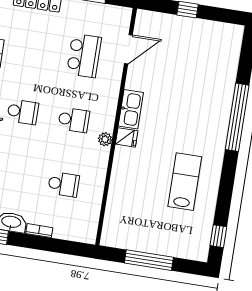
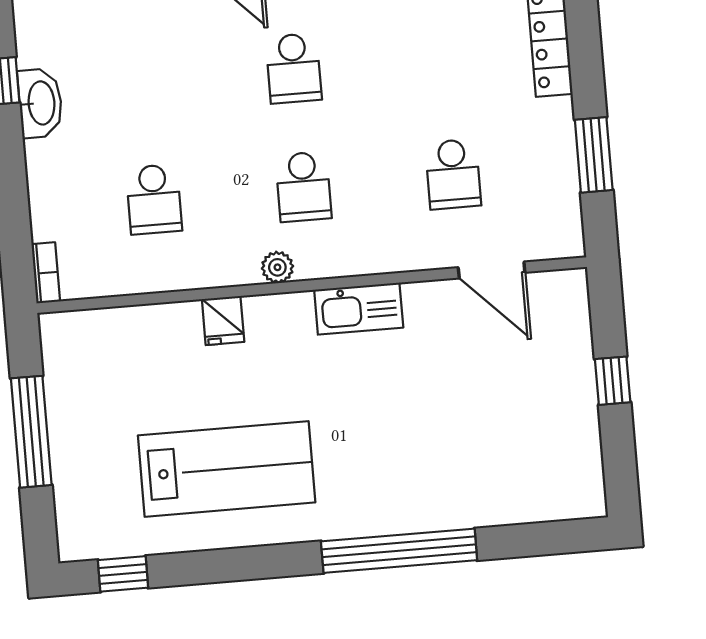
school desk: (84, 56) -> (453, 174), width x0.54
fridge: (127, 137) -> (223, 321), moved
lab bench: (185, 182) -> (227, 469), width x1.36, depth x1.39
bookcase: (39, 231) -> (46, 273), moved

